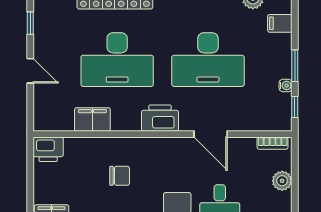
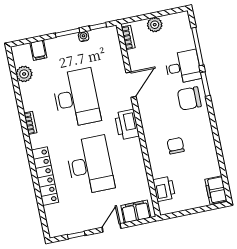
filing cabinet: (92, 119) -> (136, 212), moved, turned 90
printer: (48, 149) -> (164, 189), moved

